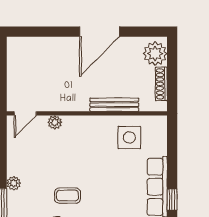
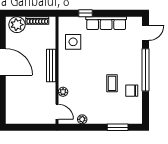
bench: (114, 105) -> (51, 66), moved
plant: (14, 183) -> (82, 119), moved
window: (172, 199) -> (86, 13), moved

